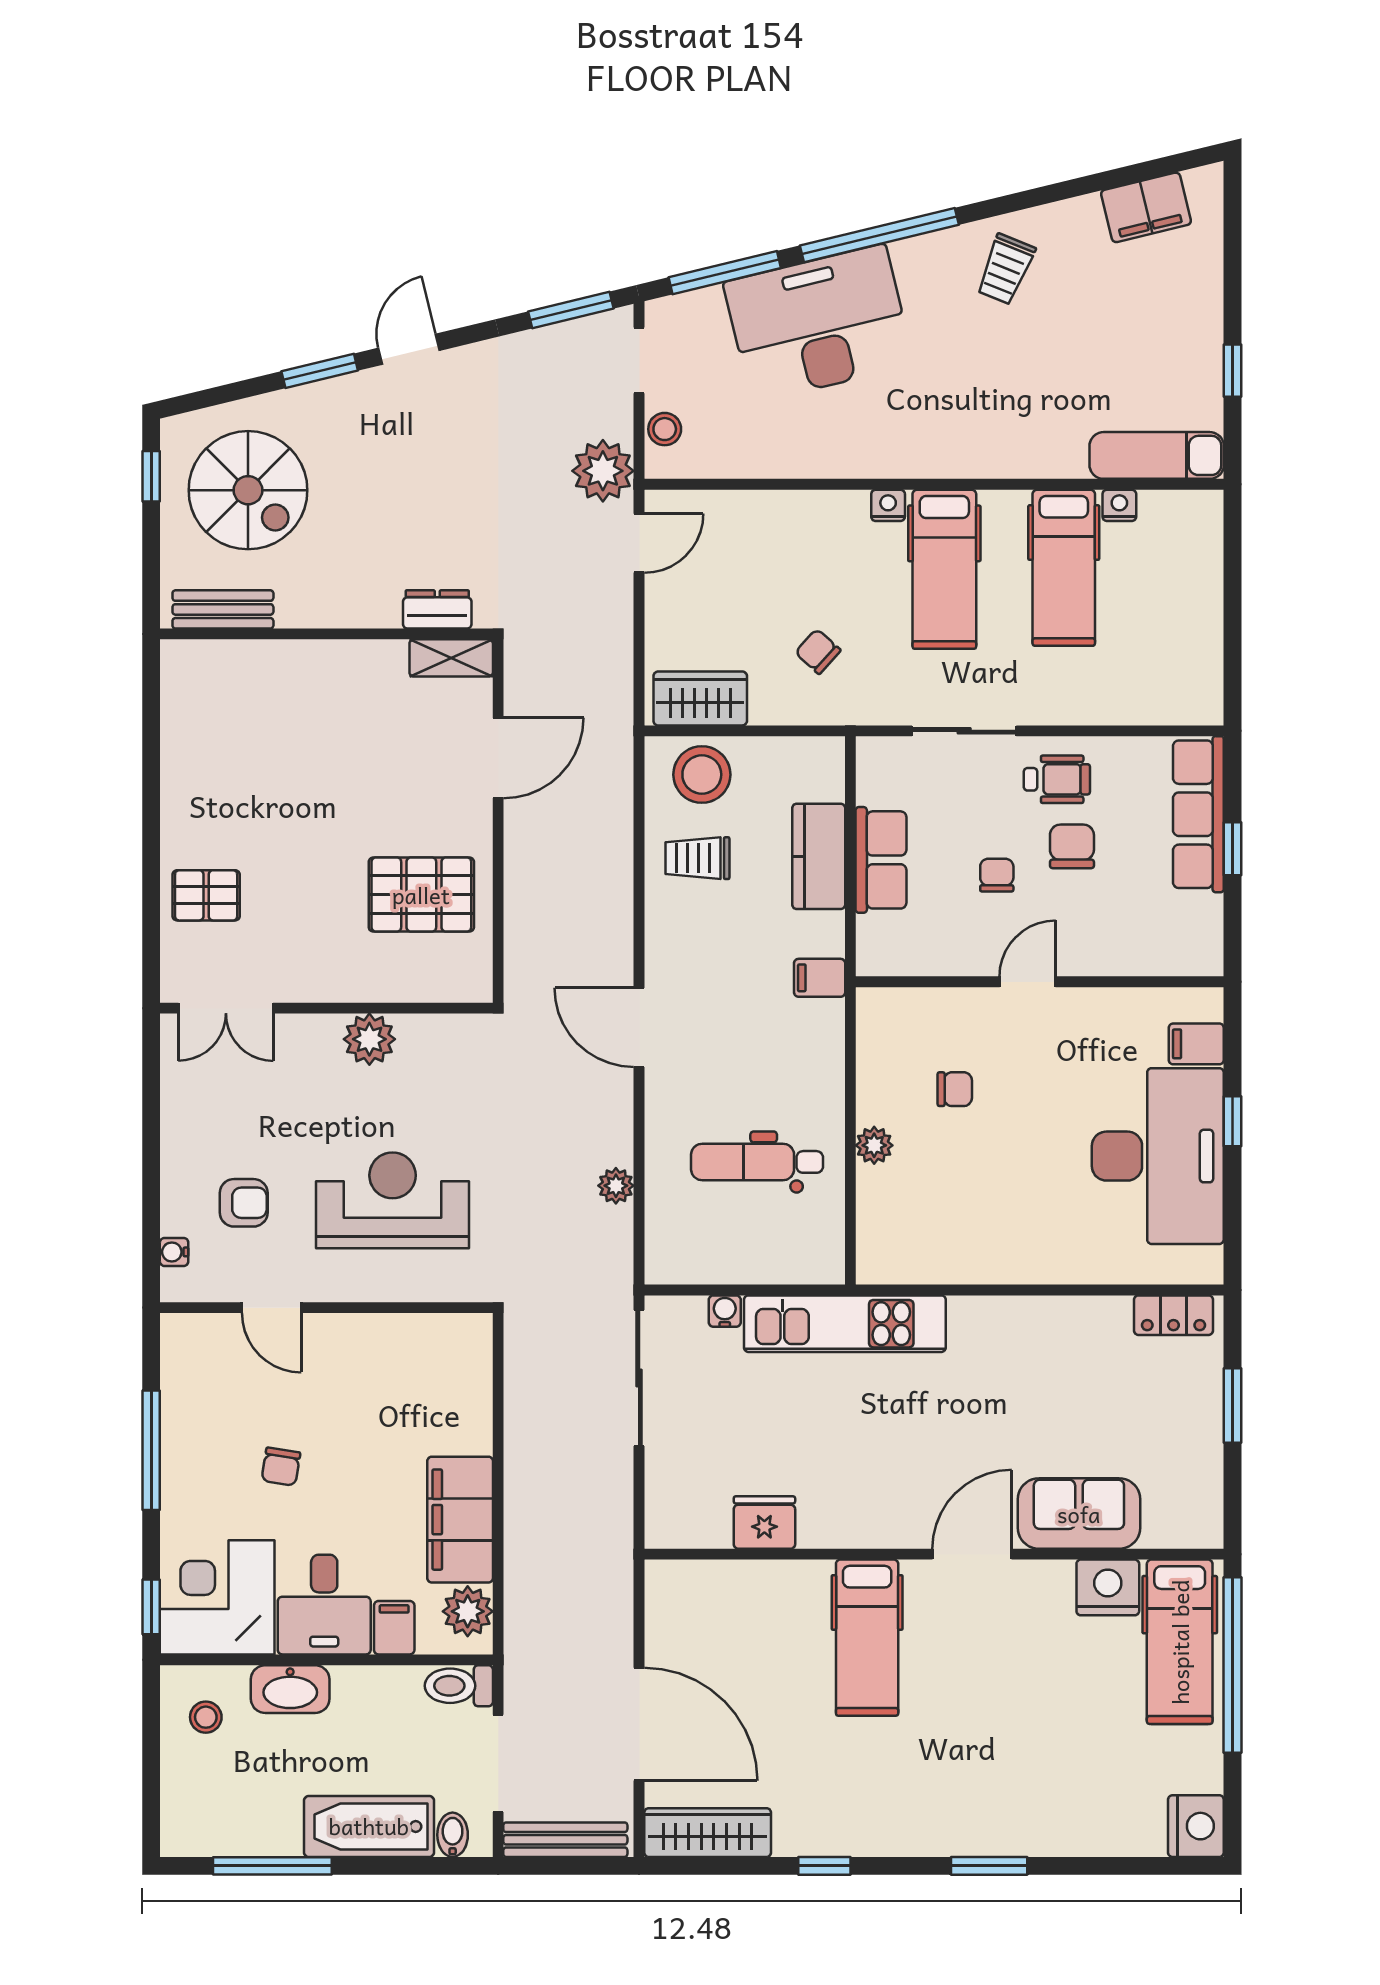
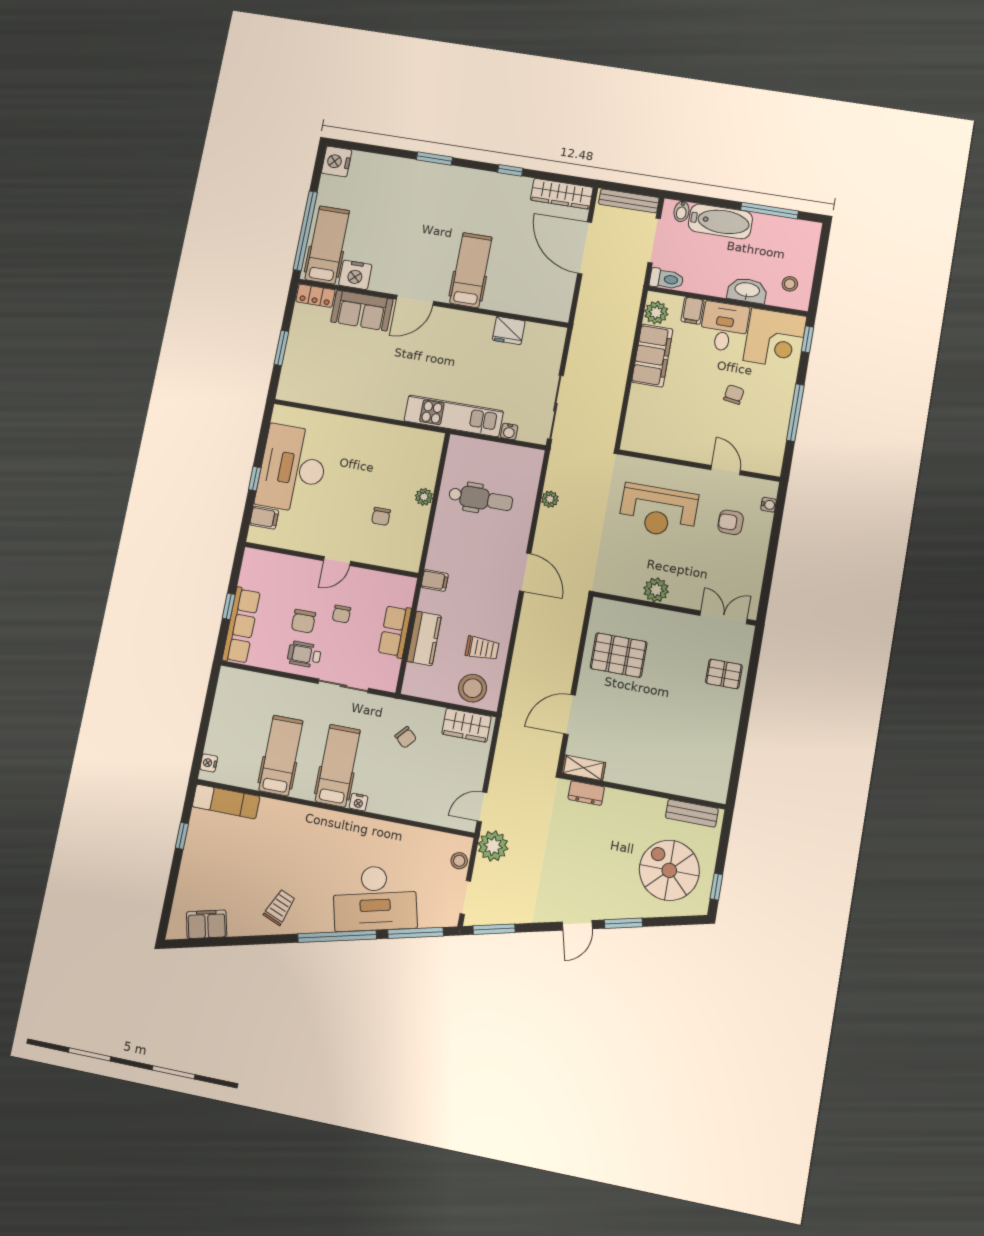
nightstand: (1119, 505) -> (209, 763), moved, turned 90
chair: (955, 1089) -> (381, 516), turned -90
locker: (1173, 1315) -> (315, 296), moved, turned 180

